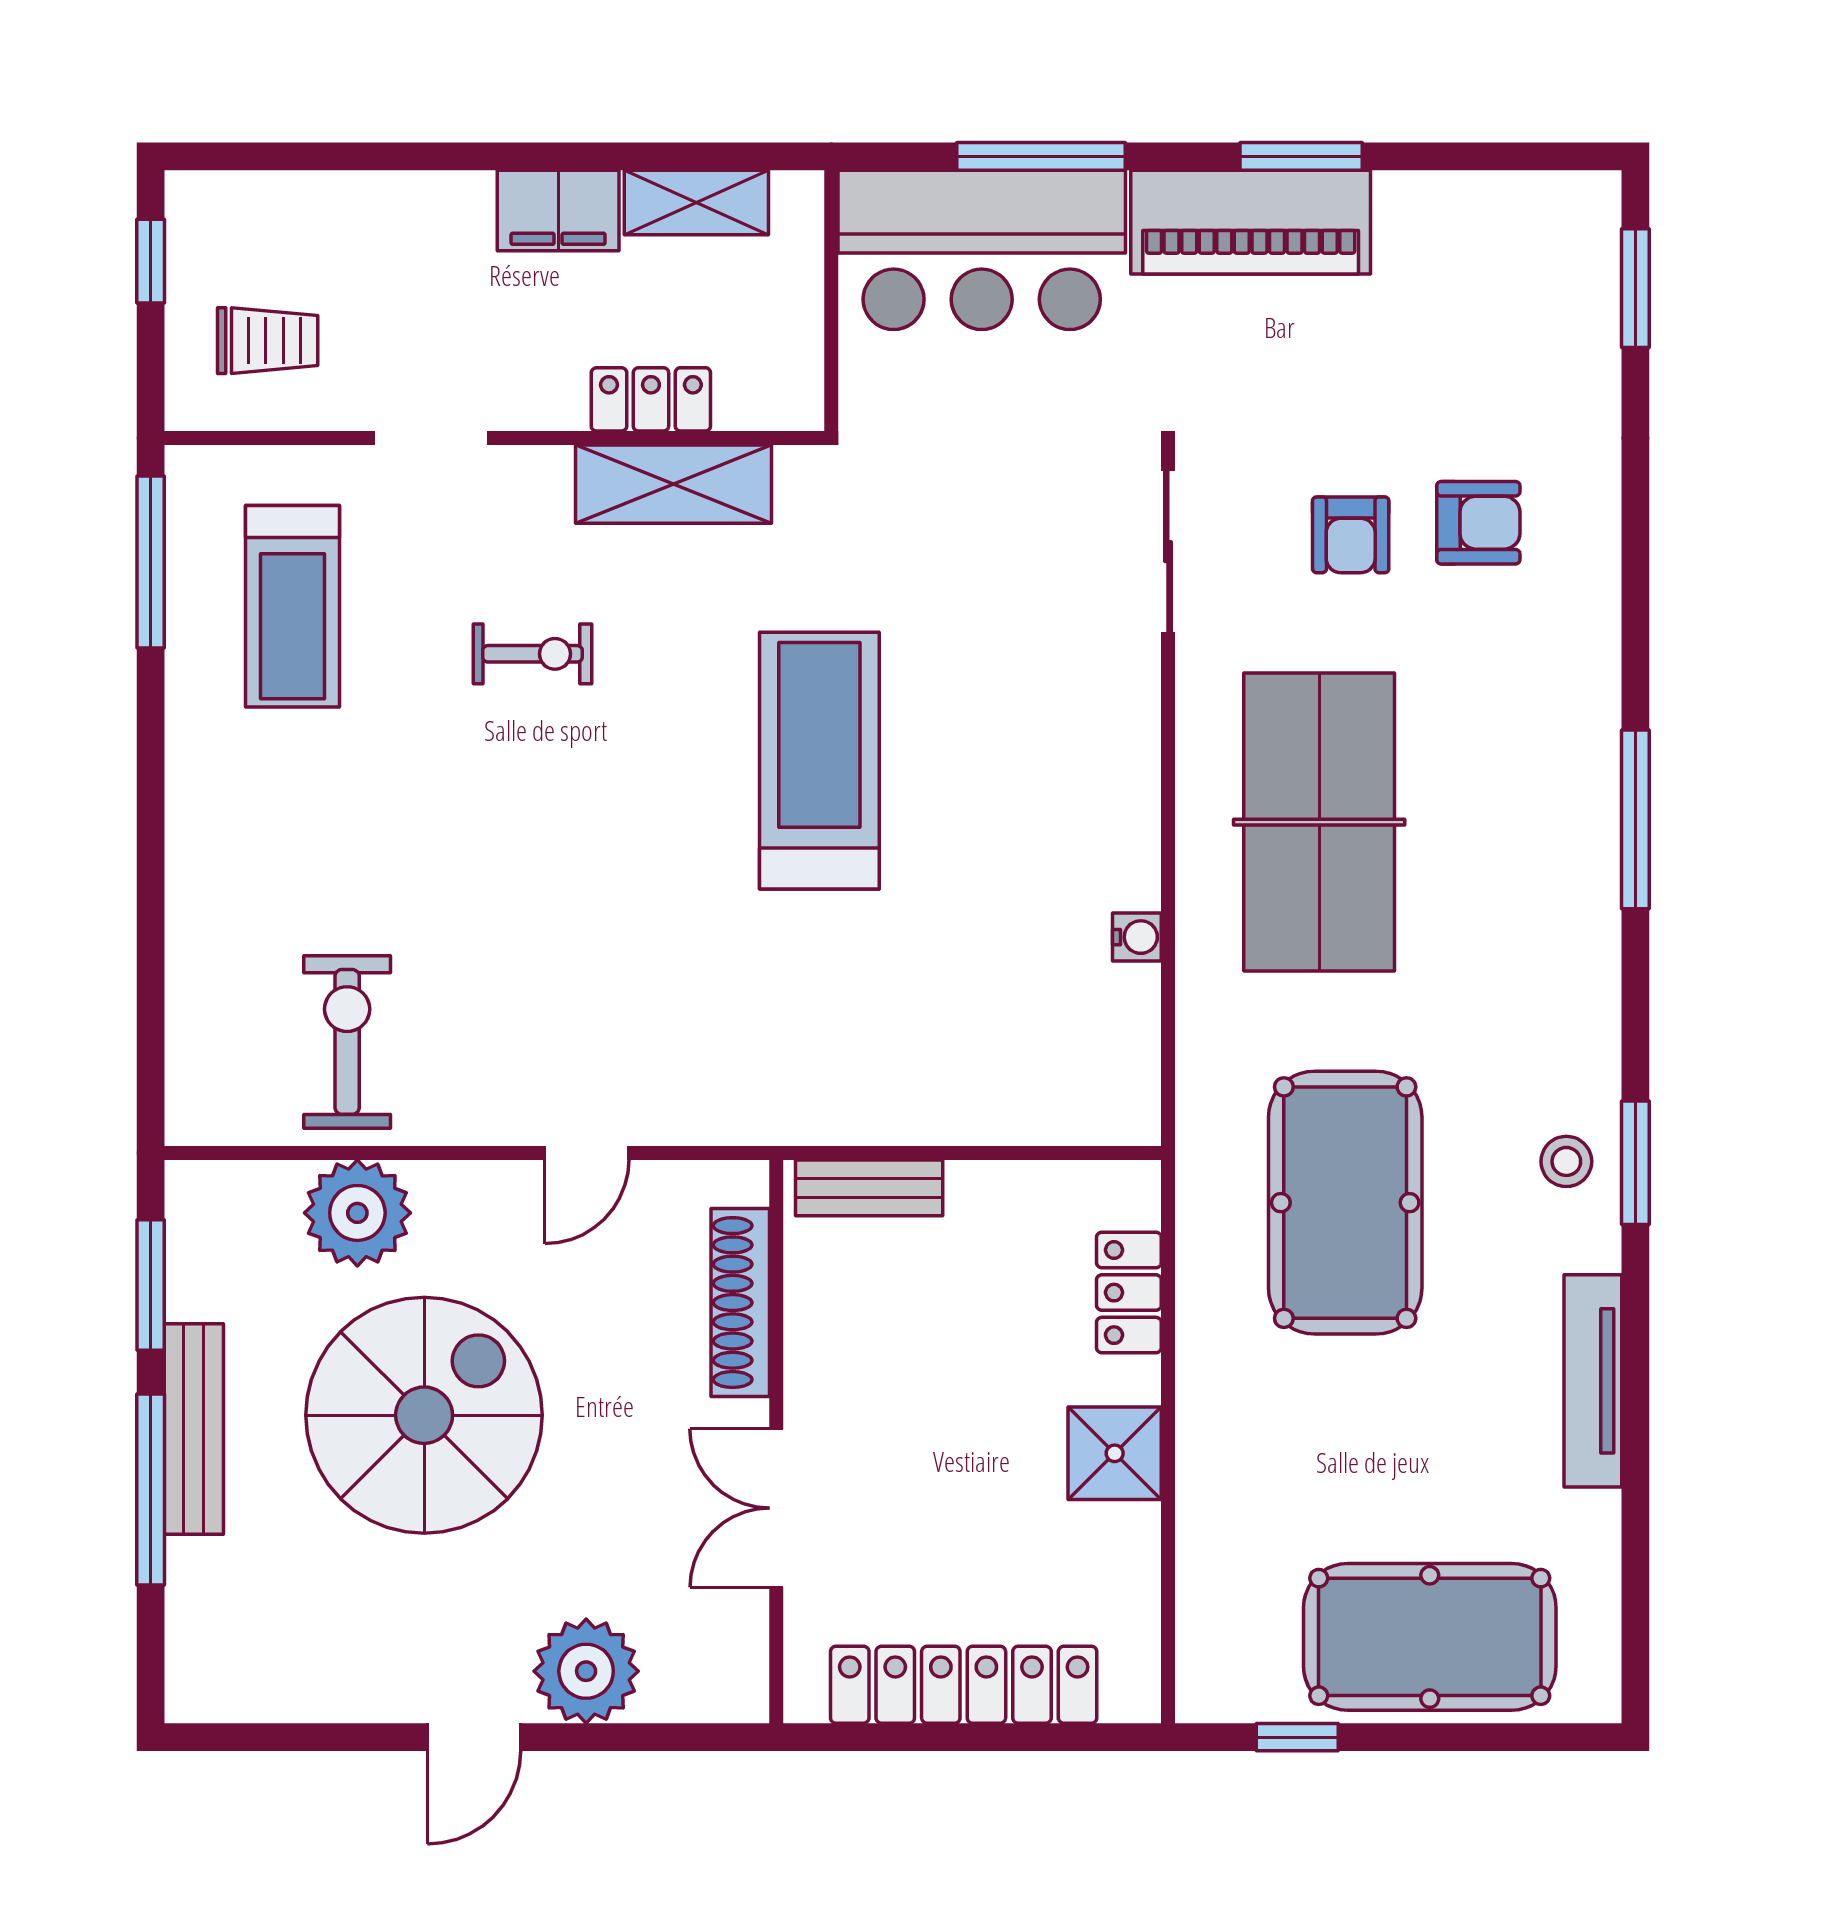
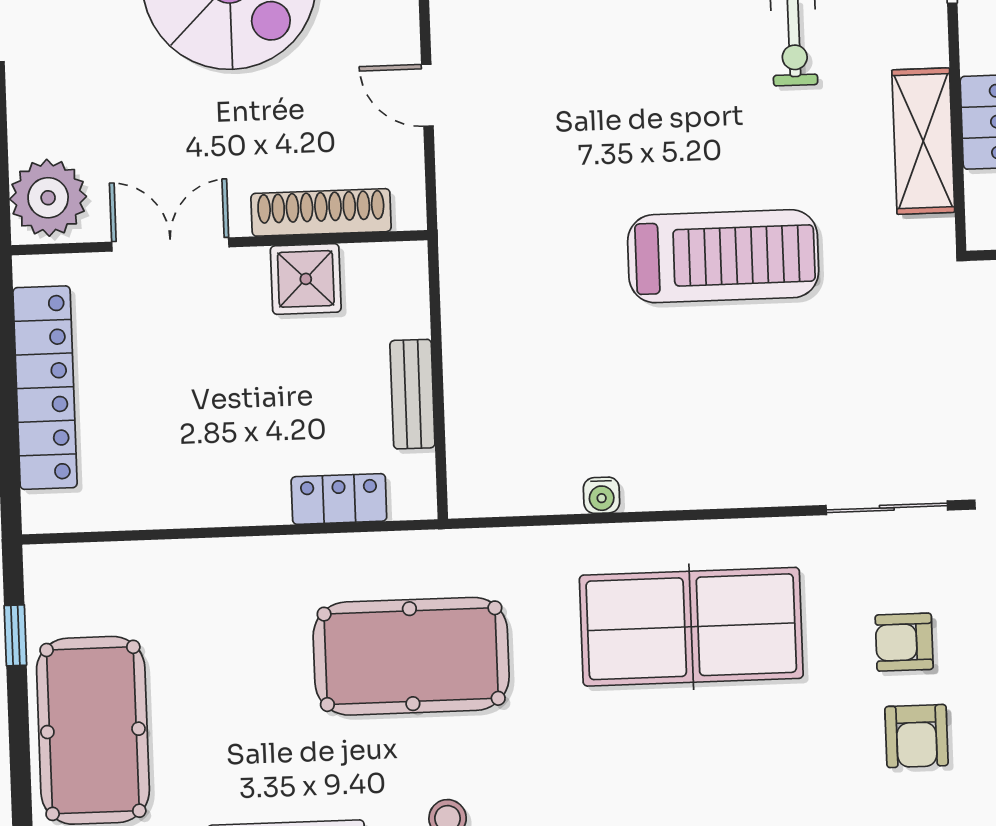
bench: (869, 1188) -> (412, 394), moved
shower: (1115, 1453) -> (306, 279), moved
plant: (586, 1671) -> (48, 198), moved

